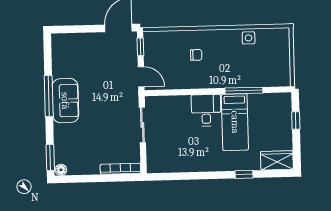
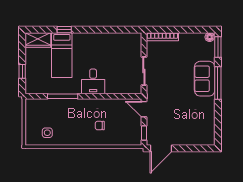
side table: (249, 38) -> (47, 133), moved
window: (49, 96) -> (218, 83), moved
sofa: (65, 101) -> (205, 79), moved
bed: (235, 122) -> (62, 55), moved, turned 180

